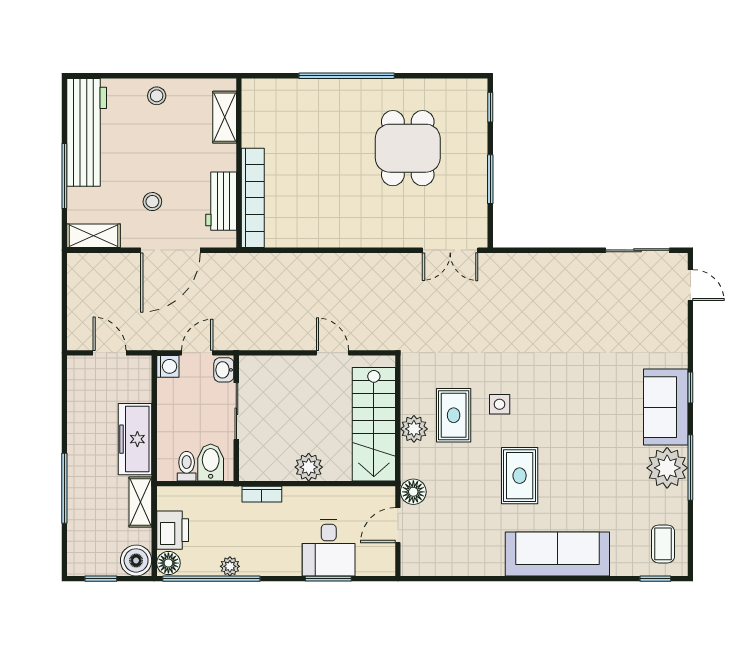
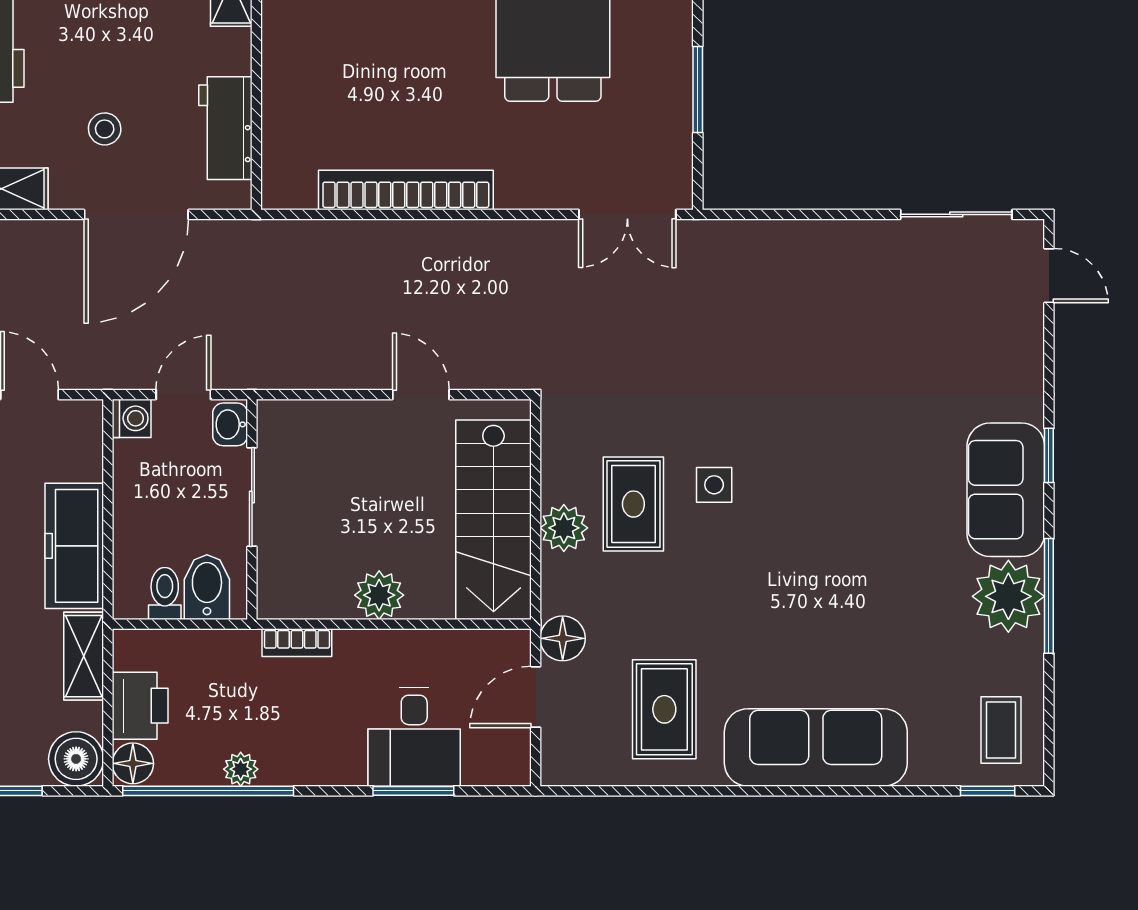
bookcase: (253, 198) -> (406, 190), moved, turned -90
rug: (520, 476) -> (664, 709), moved

